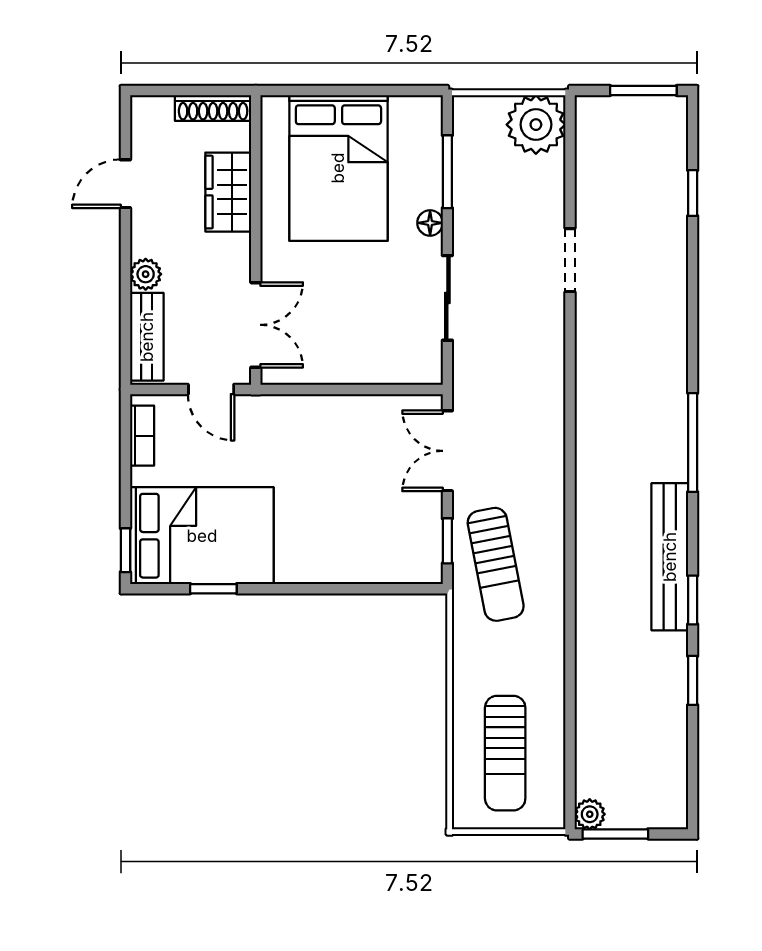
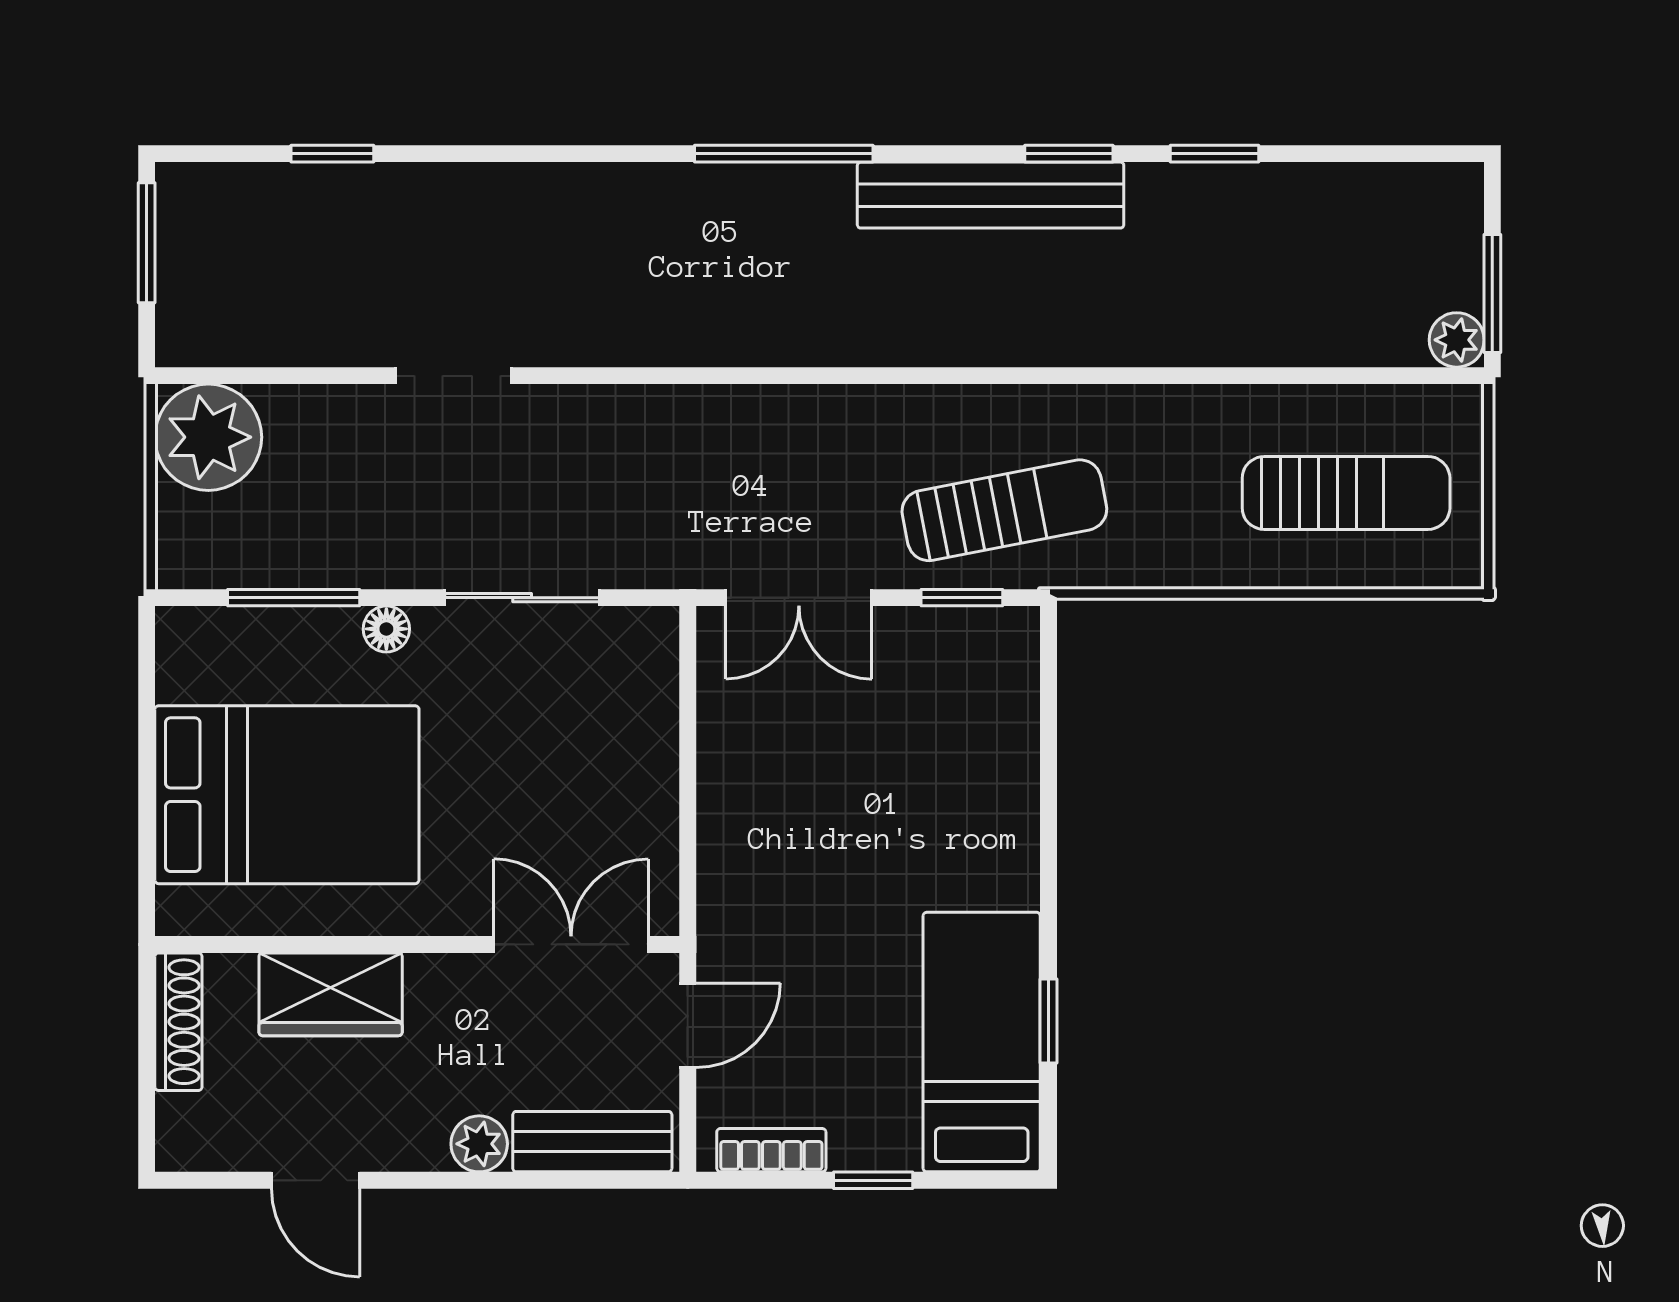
bed: (202, 536) -> (982, 1042), width x0.67
window: (125, 550) -> (873, 1180), moved

